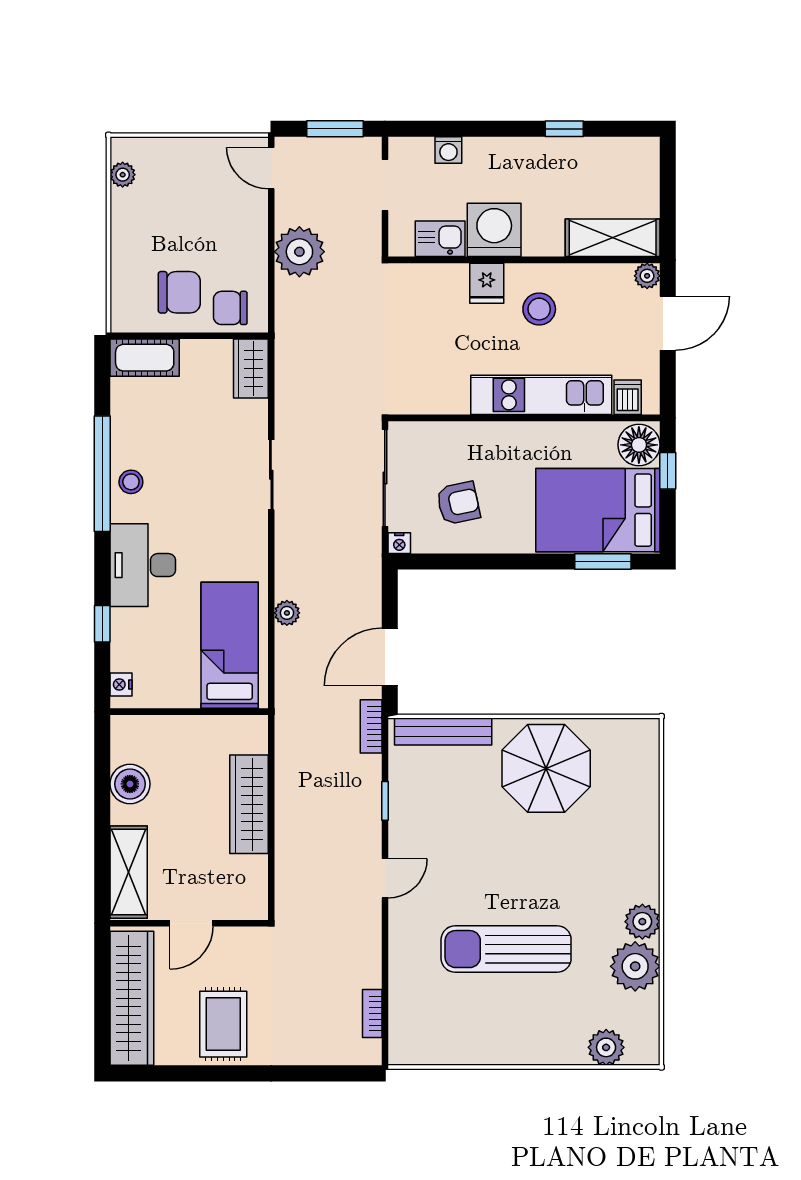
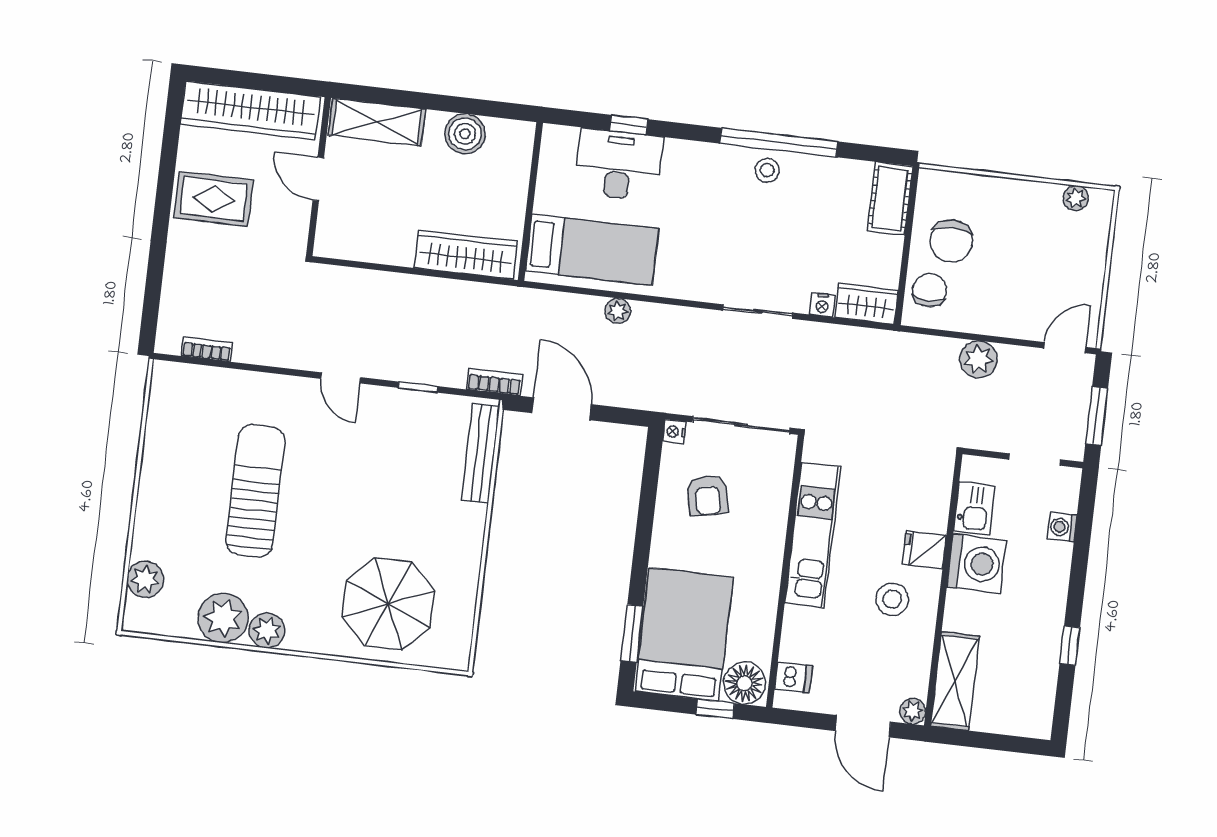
plant: (299, 252) -> (979, 359), width x0.73, depth x0.73
kitchen unit: (541, 395) -> (813, 535), moved
desk: (143, 565) -> (619, 165), moved
nightstand: (121, 684) -> (822, 305), moved, turned 180
parasol: (546, 768) -> (388, 604), moved
wardrobe: (249, 804) -> (466, 255), moved

